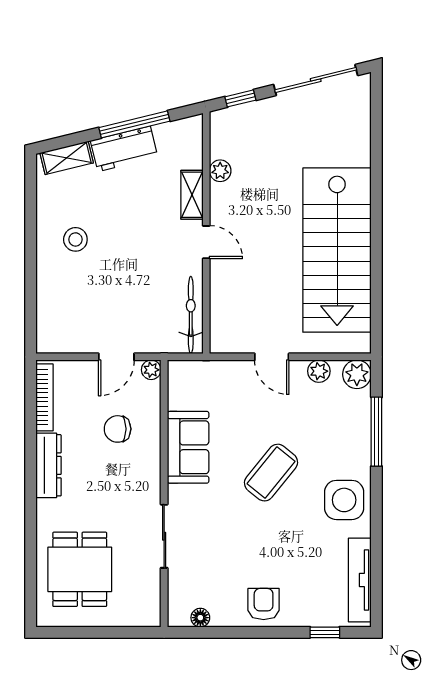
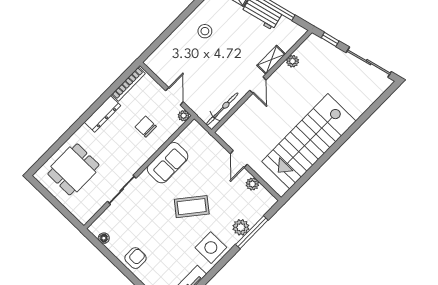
door: (116, 357) -> (174, 96), swing flipped
plant: (357, 374) -> (241, 227), moved

